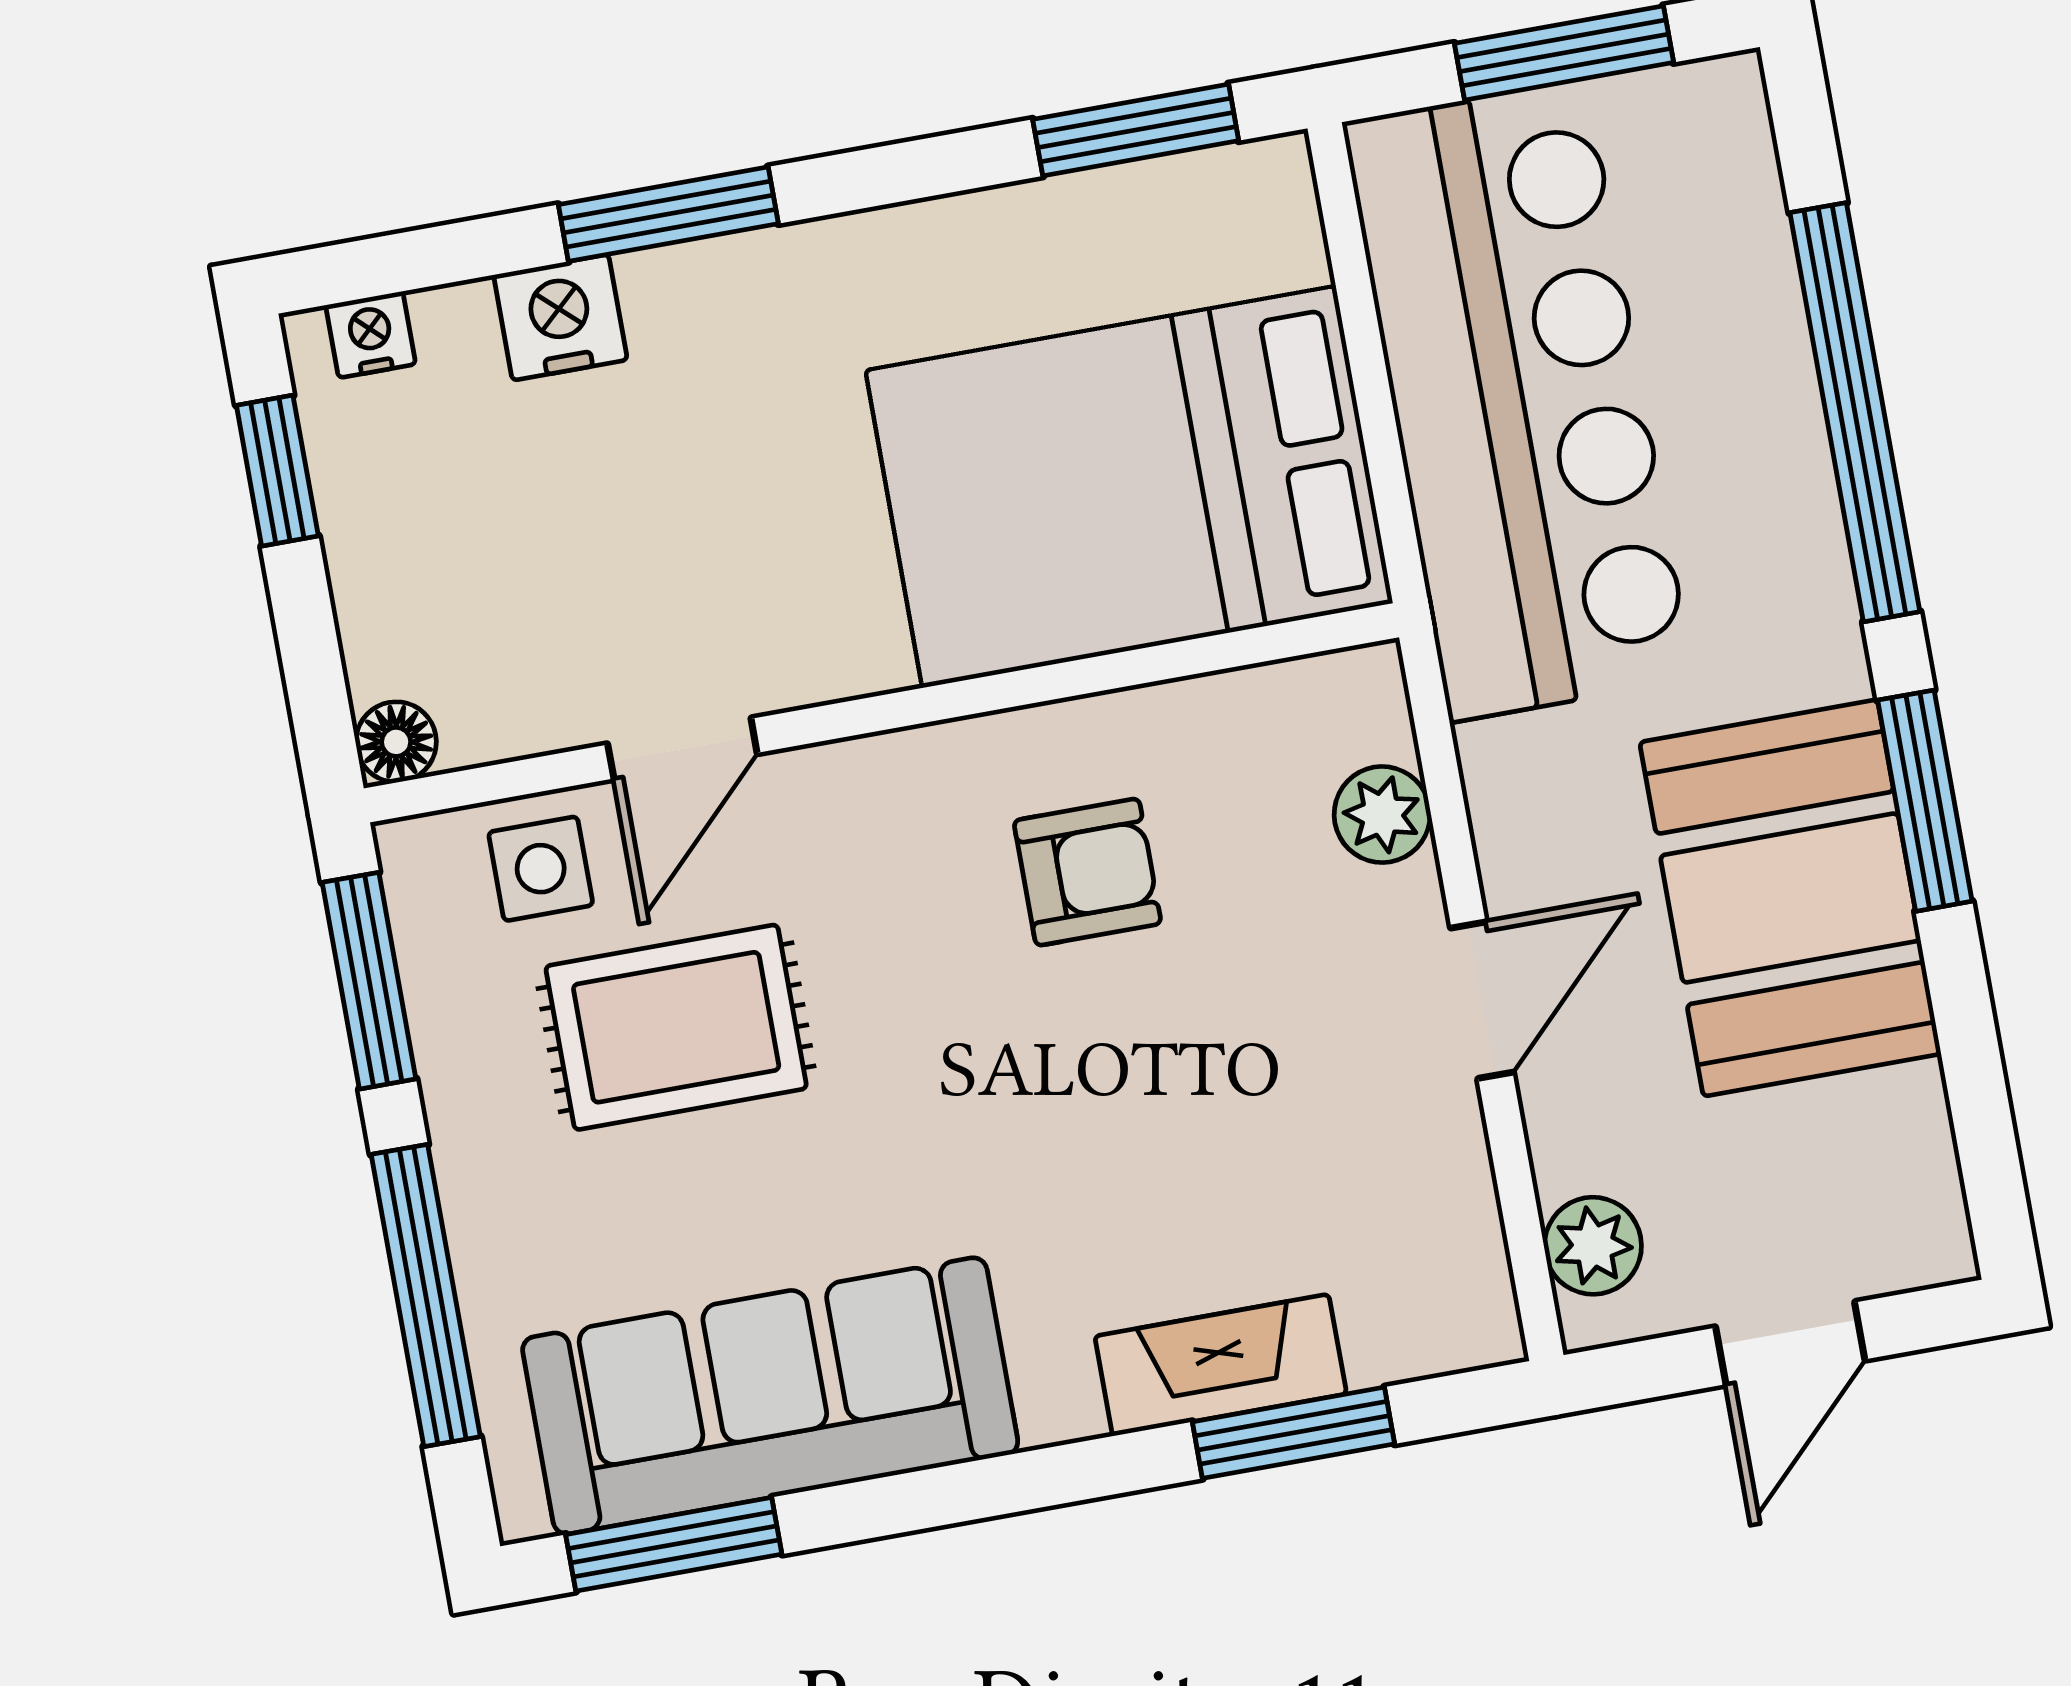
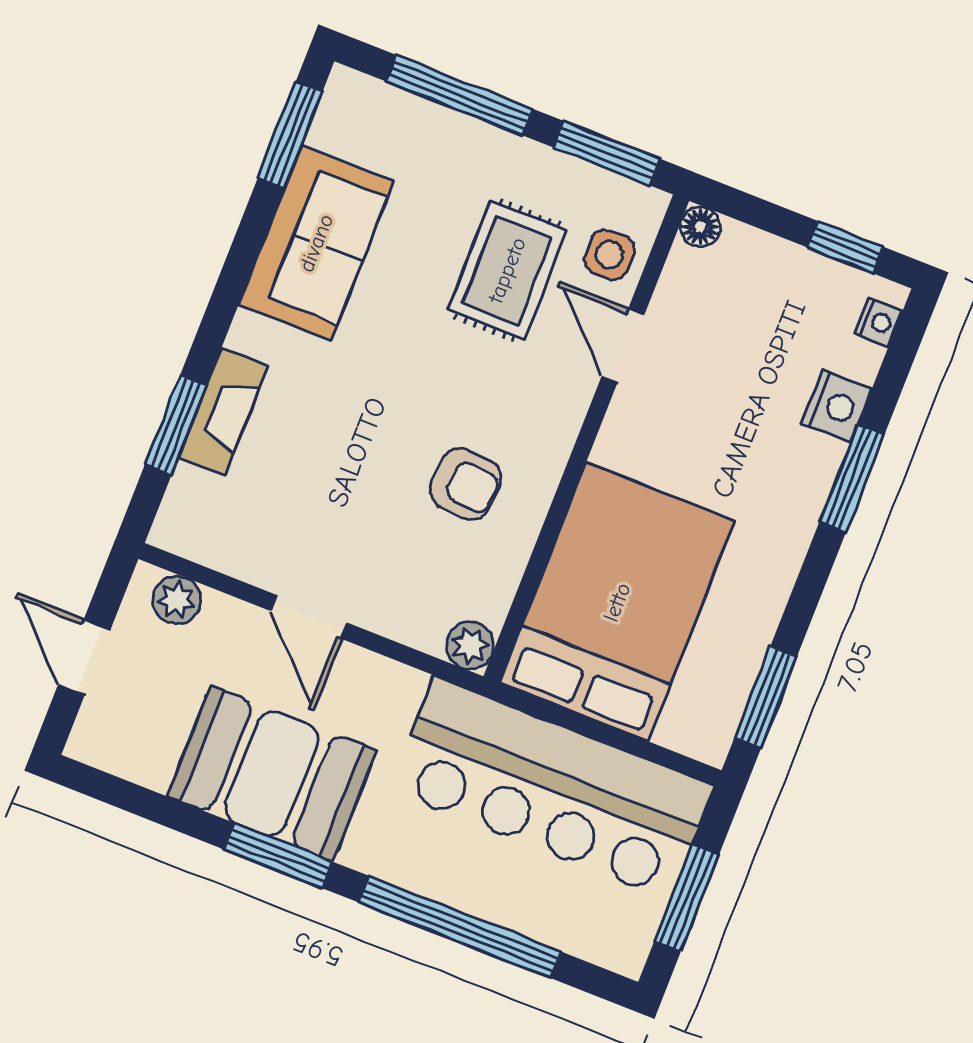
plant: (1382, 815) -> (470, 646), moved
armchair: (1087, 872) -> (466, 484), turned -85
sofa: (770, 1396) -> (316, 243), width x0.73

